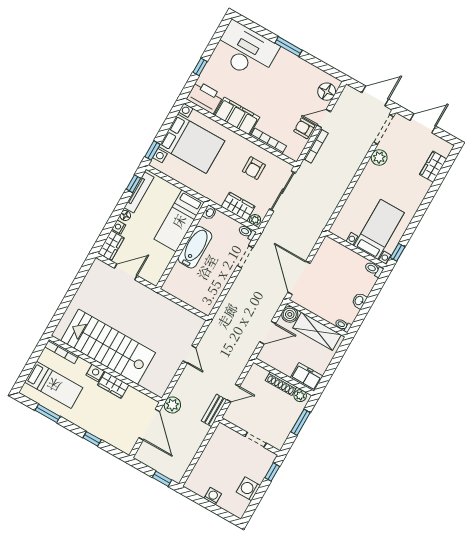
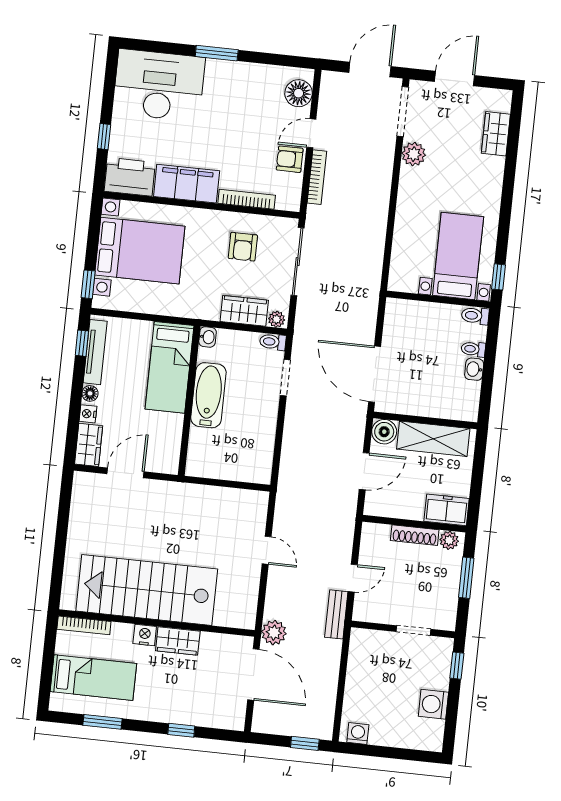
toilet: (343, 325) -> (473, 349), moved
washing machine: (213, 496) -> (358, 733), moved

